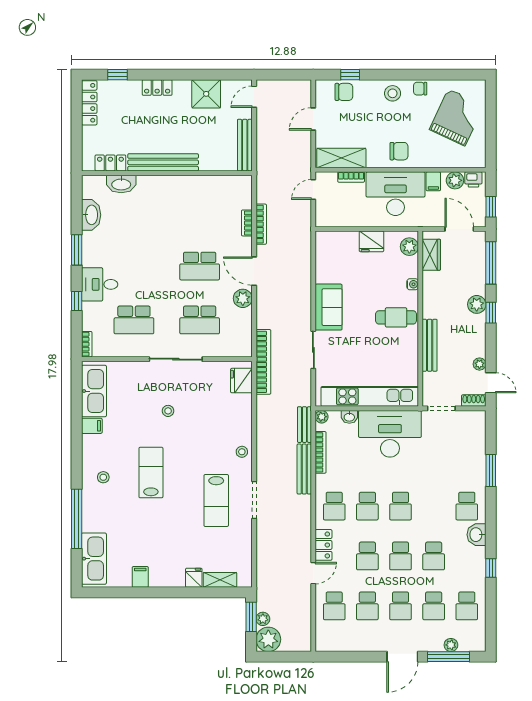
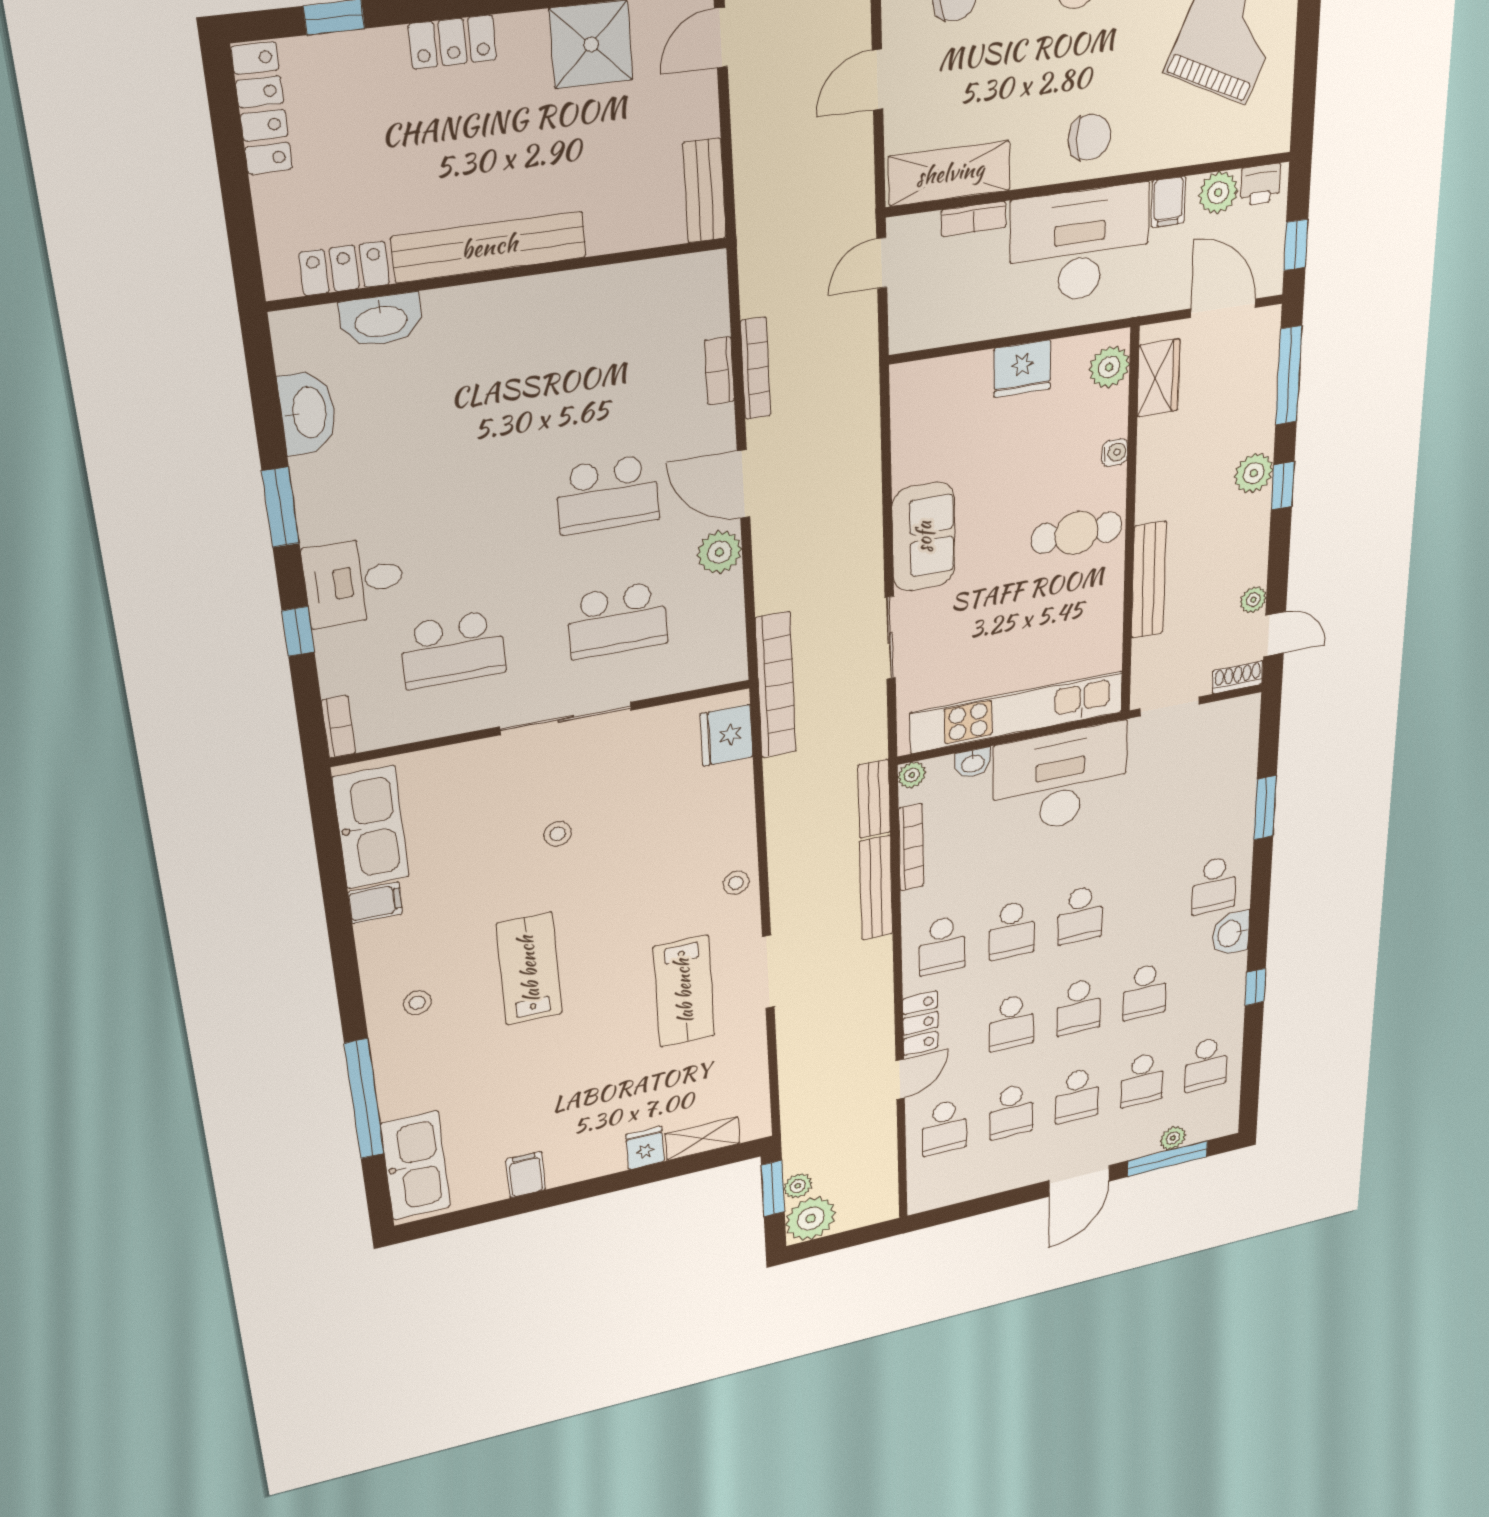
bench: (245, 145) -> (705, 191), width x0.73

